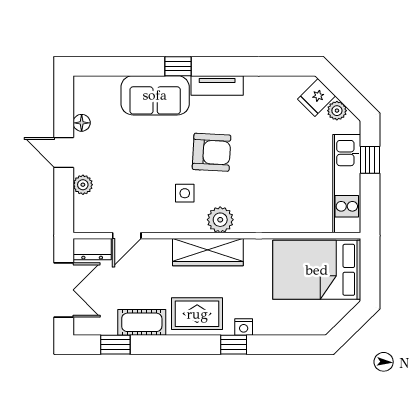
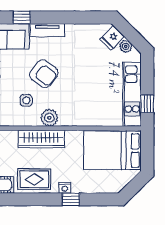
armchair: (212, 152) -> (44, 74), turned 35
window: (370, 160) -> (147, 104), moved
window: (234, 345) -> (71, 199), moved

